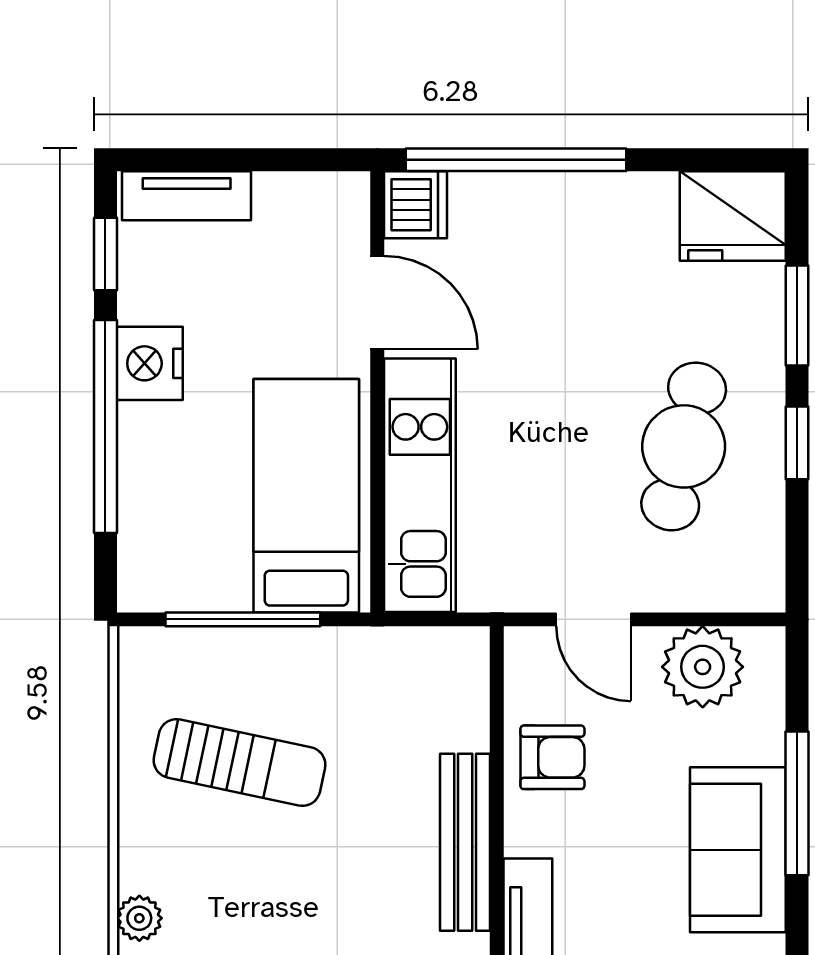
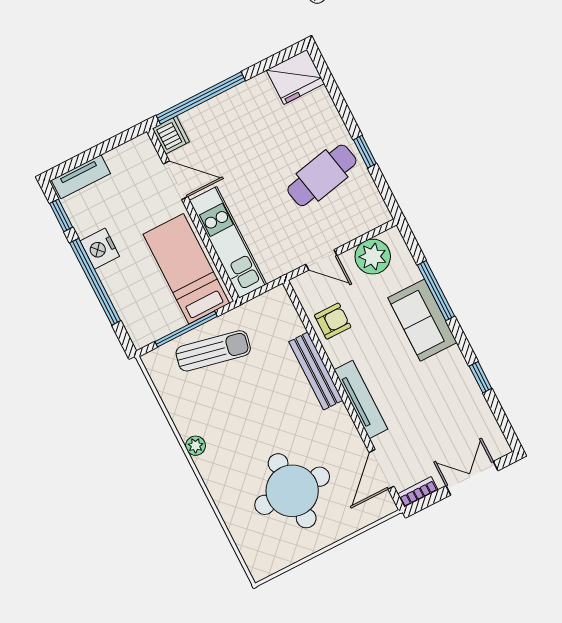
window: (797, 316) -> (340, 103), removed
cafe table: (684, 446) -> (322, 175), turned 65
sun lounger: (239, 762) -> (213, 351), moved
plant: (139, 918) -> (196, 446), moved

